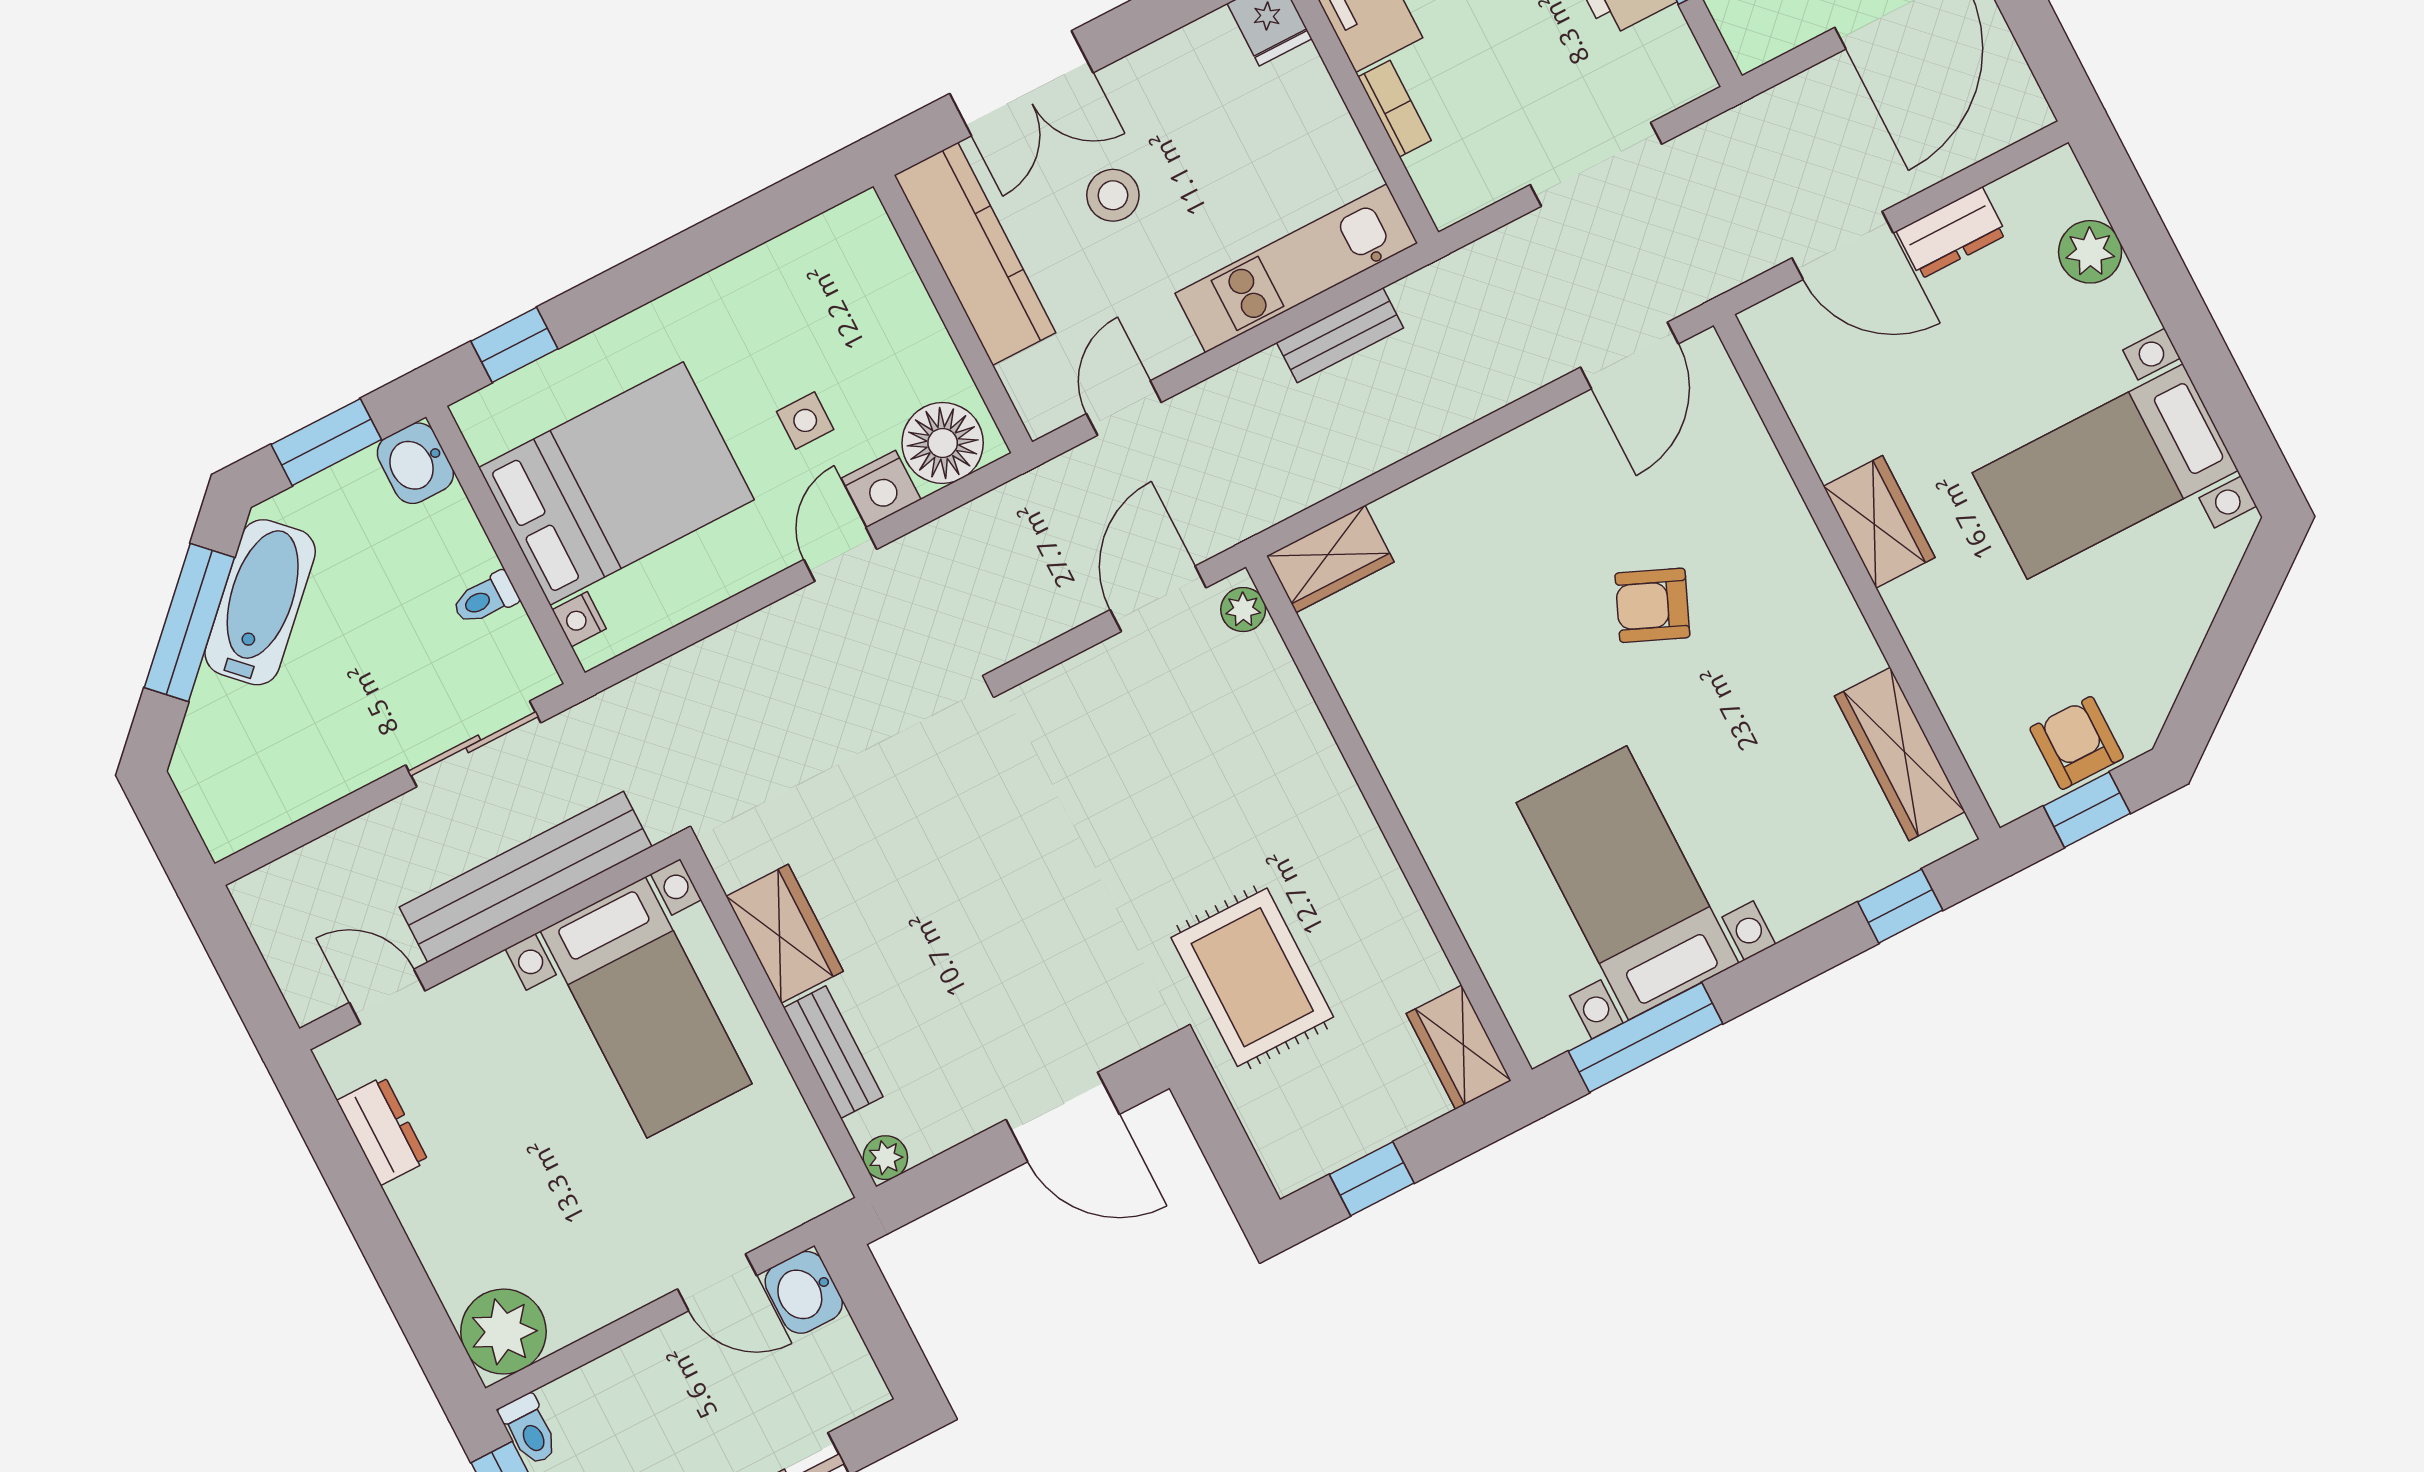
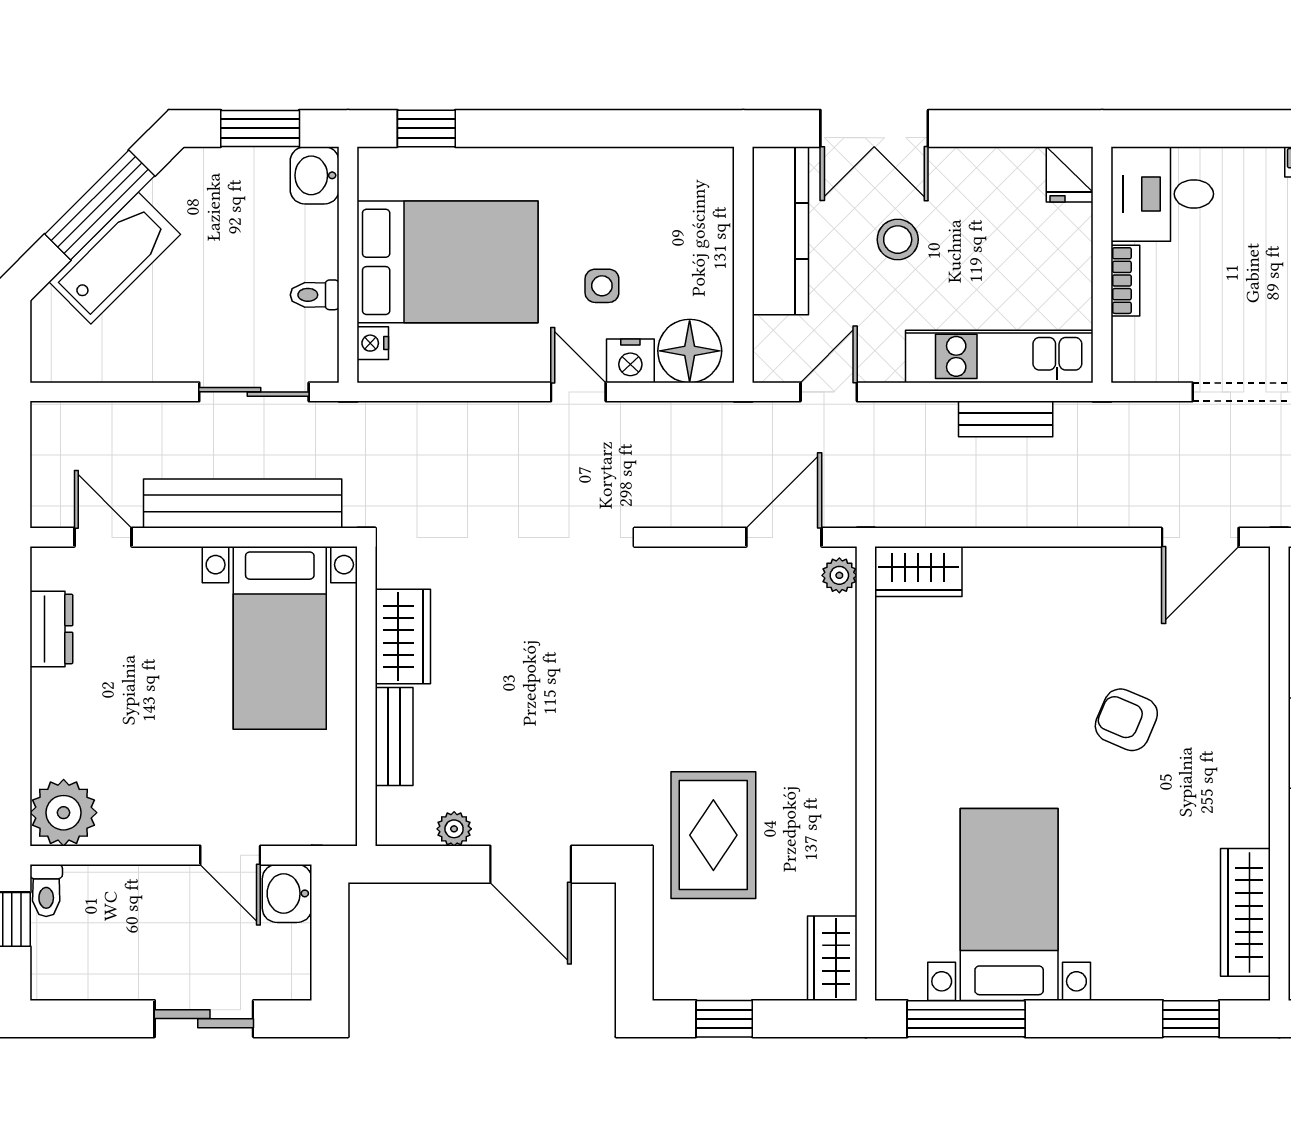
door: (840, 554) -> (578, 392), hinge flipped
bathtub: (260, 602) -> (115, 258), moved
plant: (885, 1158) -> (454, 829), moved

